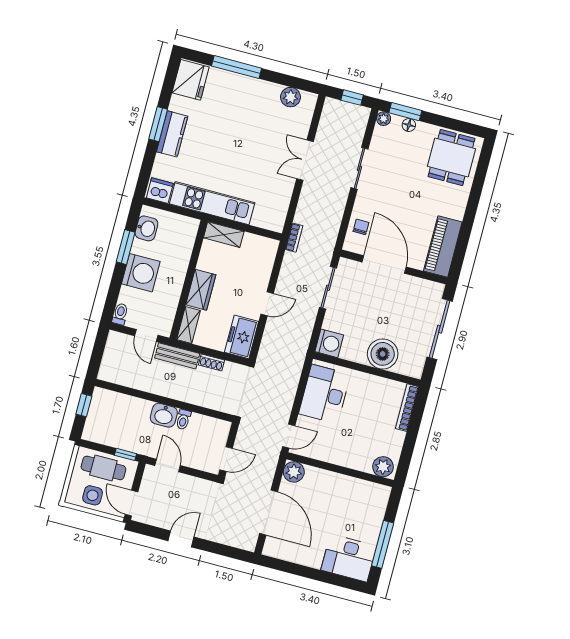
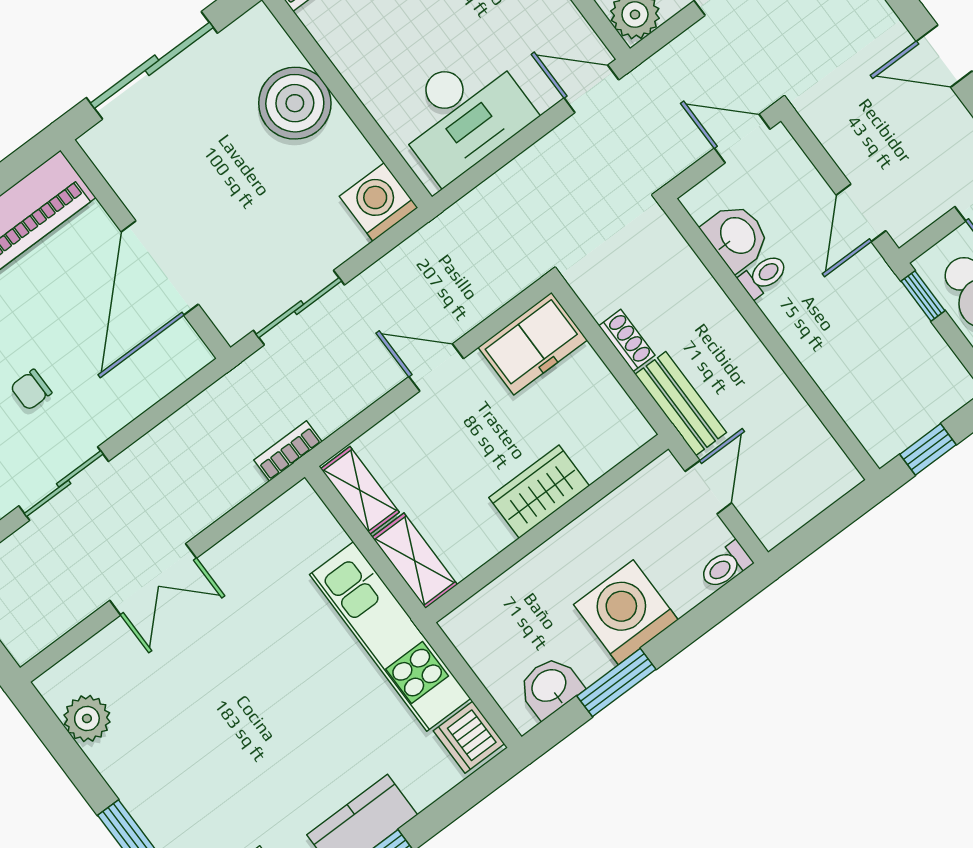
chair: (361, 227) -> (31, 390), moved
shelving: (188, 325) -> (360, 490), moved, turned 90
washbasin: (164, 415) -> (737, 236), moved

